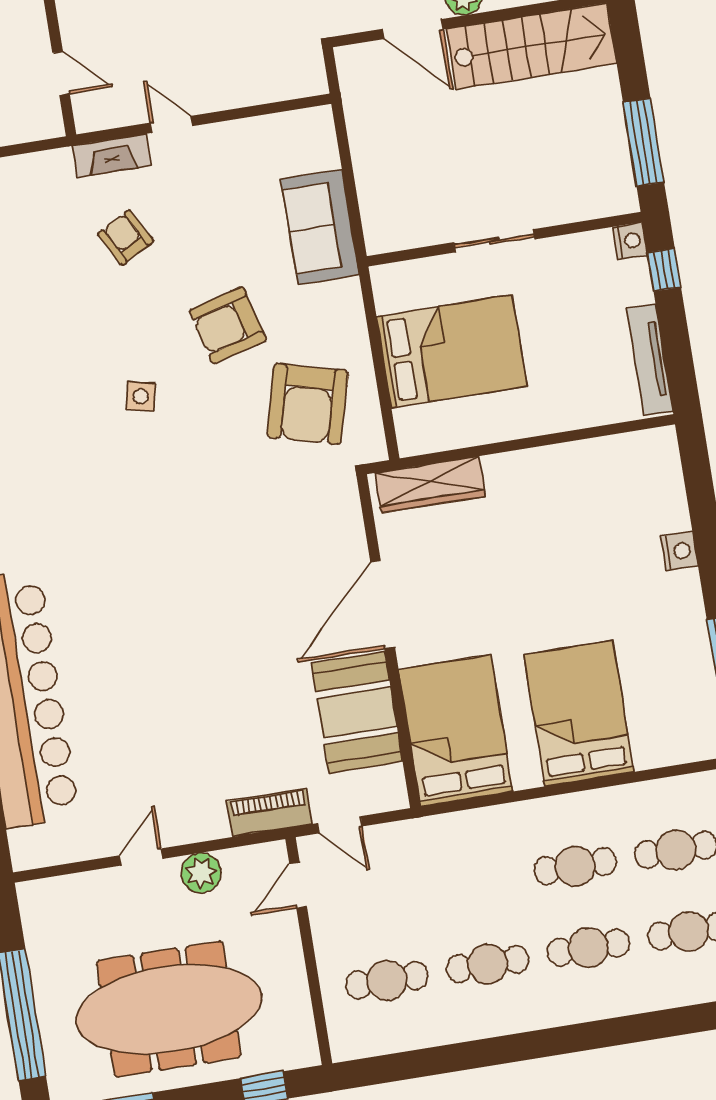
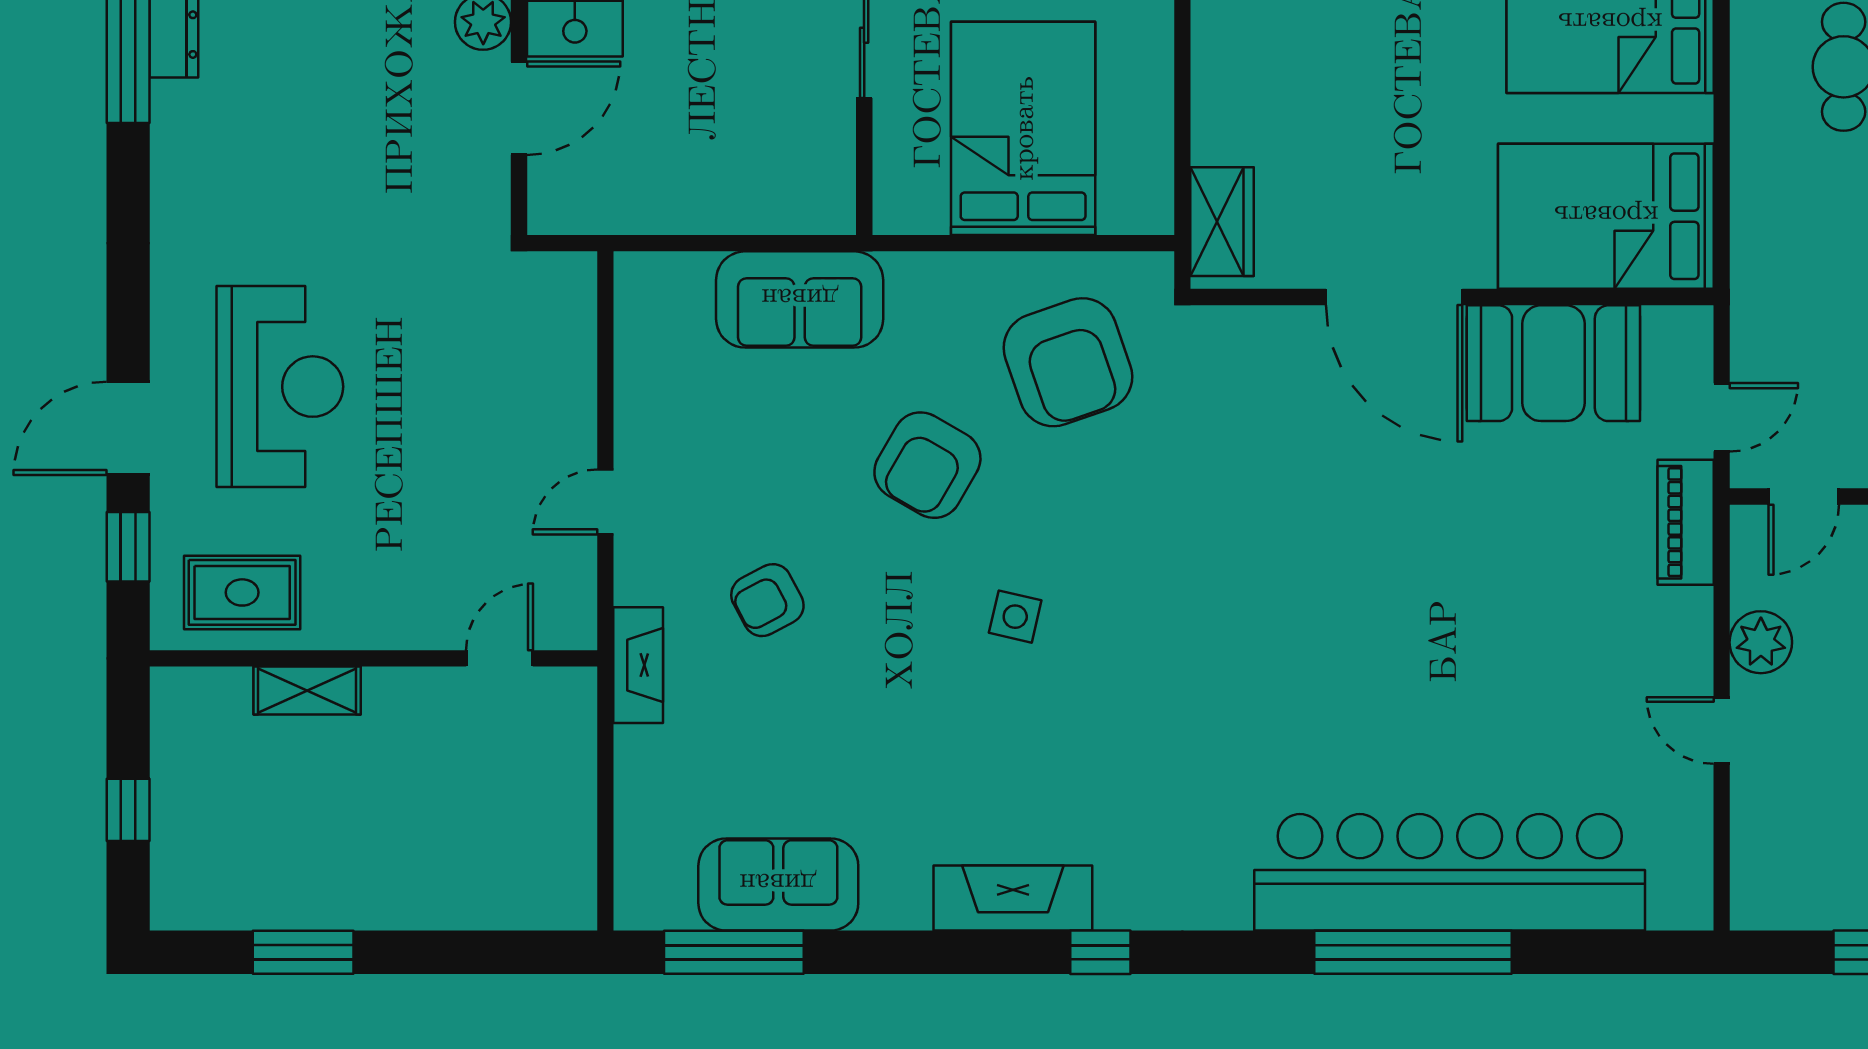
fireplace: (112, 155) -> (638, 665), moved
armchair: (228, 325) -> (927, 465), turned 45
armchair: (308, 404) -> (1068, 362), turned 56
wardrobe: (430, 485) -> (1222, 222), width x0.67
door: (298, 885) -> (1804, 497), hinge flipped

